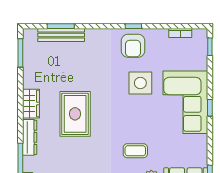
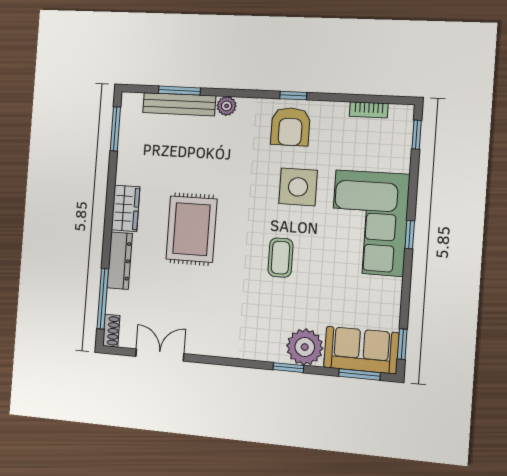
plant: (92, 35) -> (227, 106), added
coffee table: (135, 151) -> (280, 258), moved, turned 90

